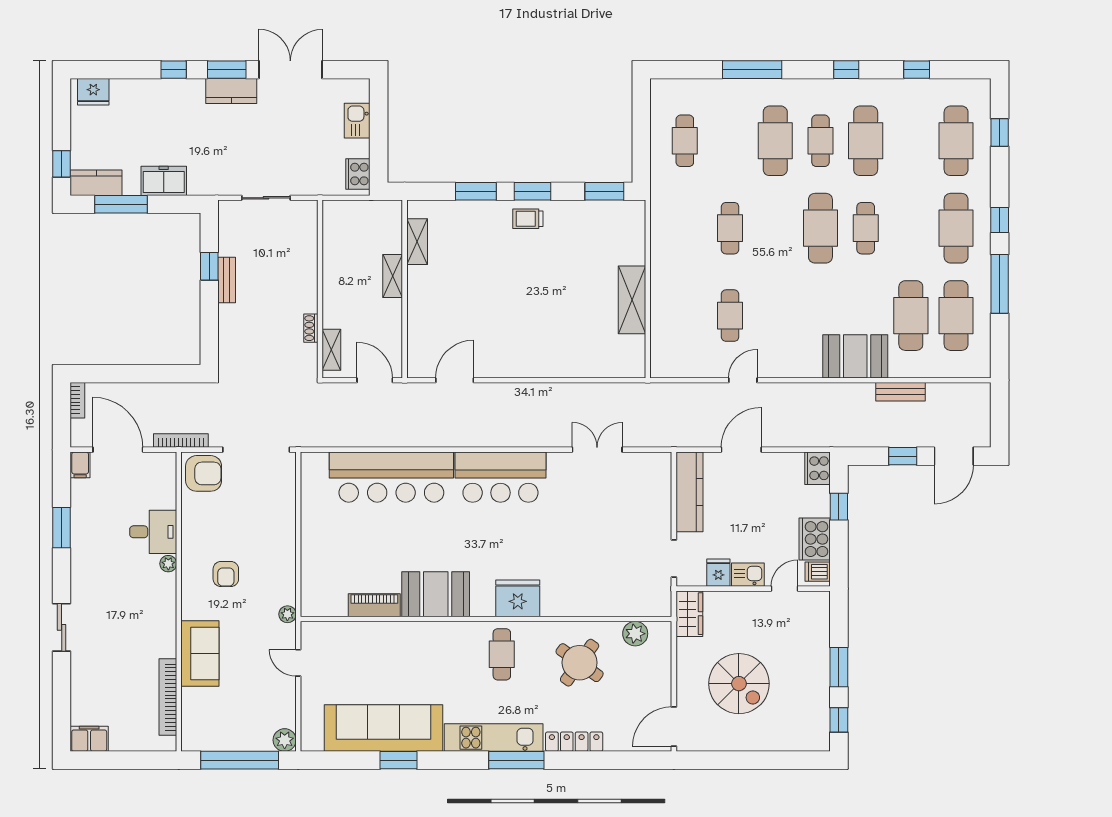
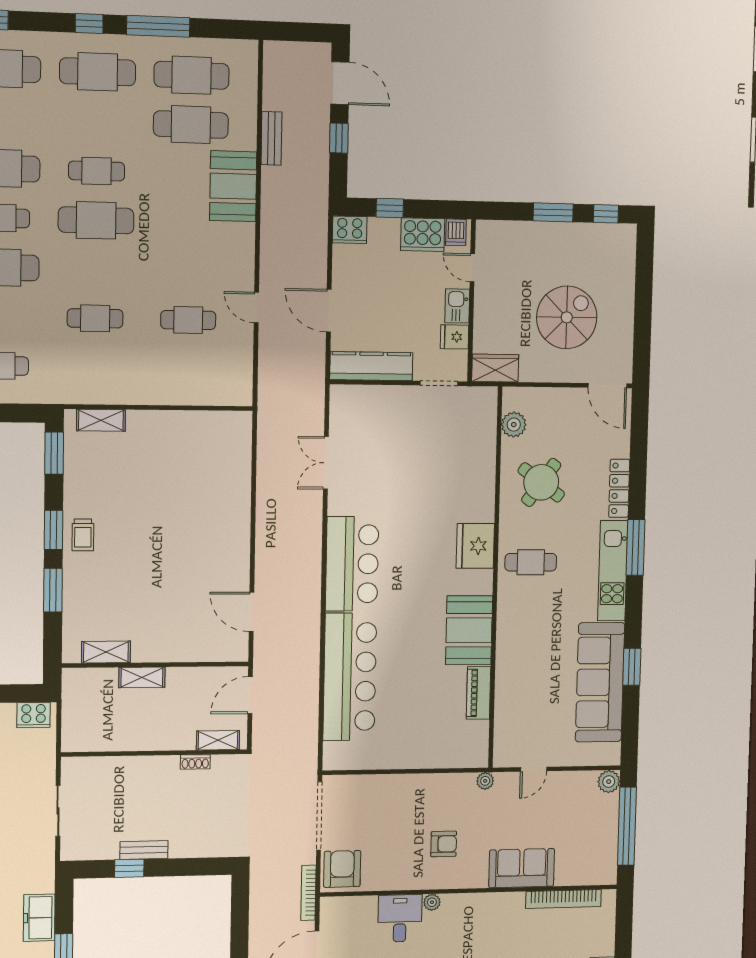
shelving: (632, 300) -> (101, 420), moved, width x0.67, depth x0.75

